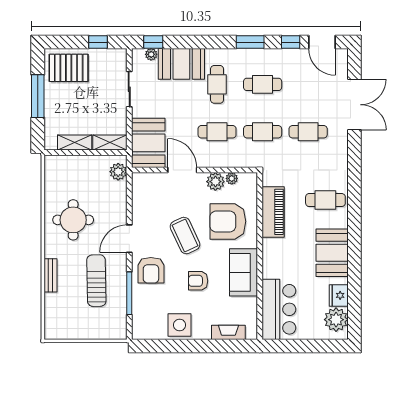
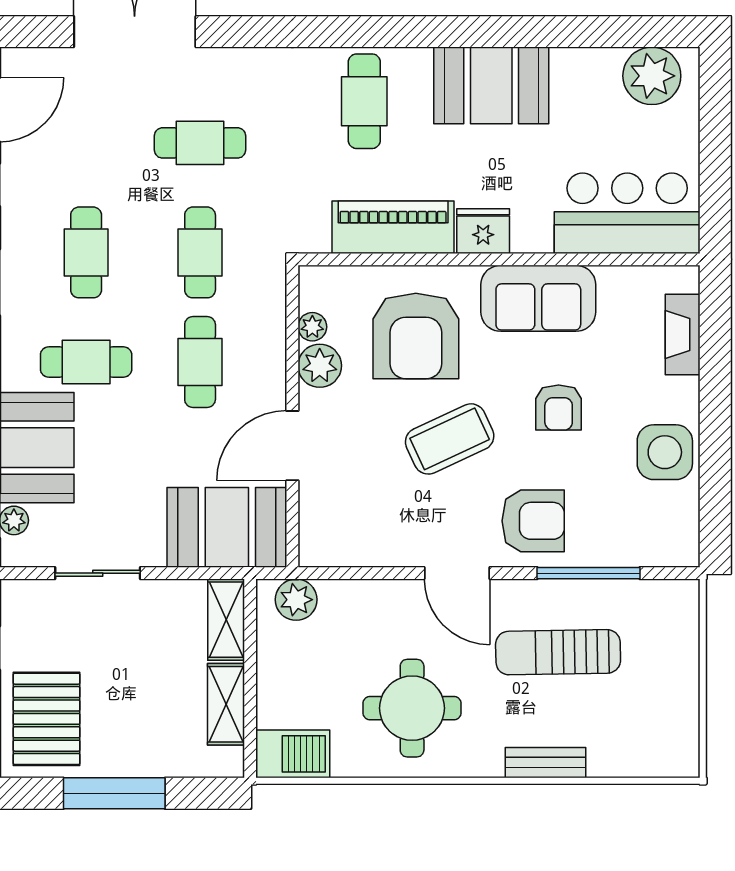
cafe table: (308, 132) -> (200, 143), turned 90
barbecue: (54, 170) -> (293, 754), added
fridge: (339, 295) -> (483, 231), moved, turned 180

